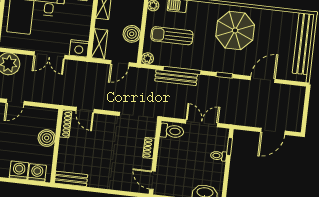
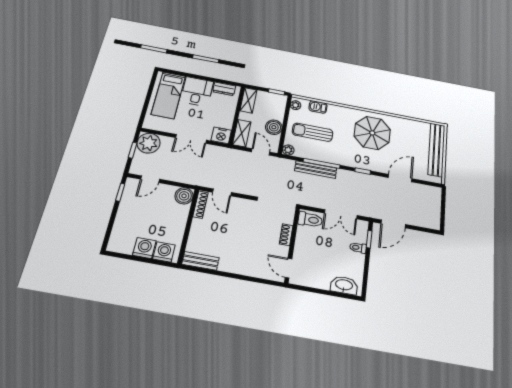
door: (120, 63) -> (261, 152), swing flipped
double door: (202, 123) -> (341, 214), swing flipped
door: (273, 131) -> (393, 224), moved
boiler: (47, 138) -> (184, 196), moved

